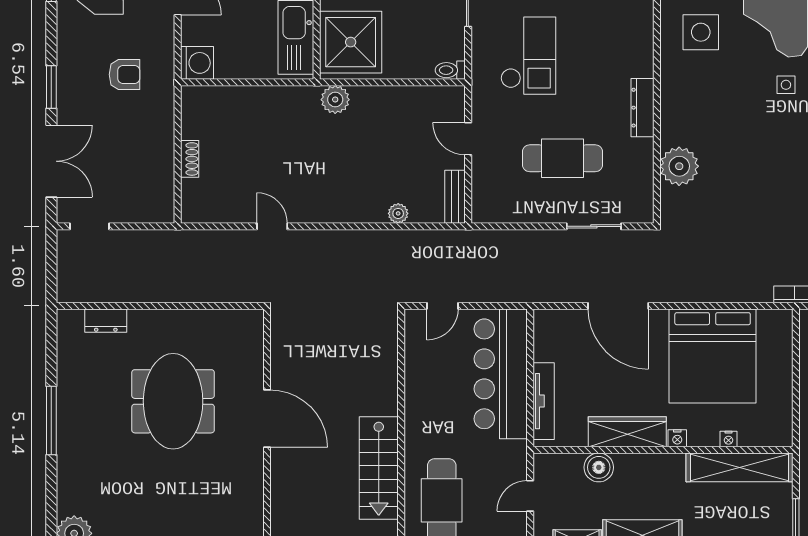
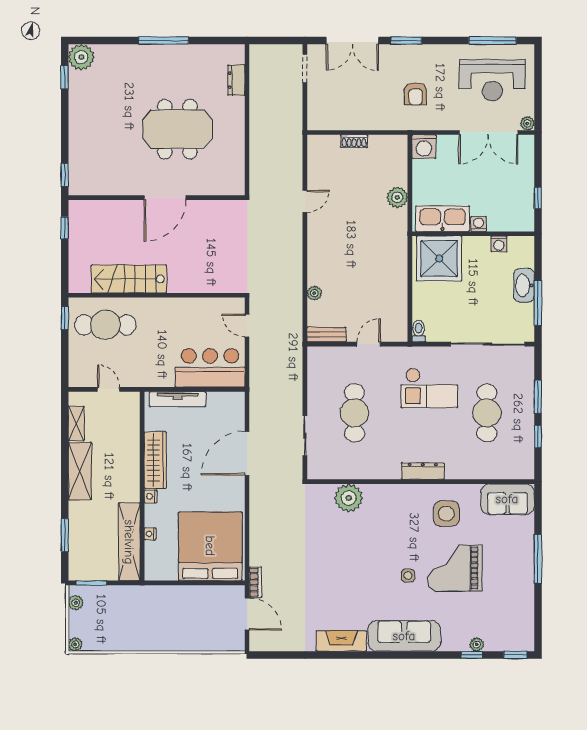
plant: (335, 100) -> (397, 197), moved
dresser: (642, 108) -> (423, 471), moved
bed: (713, 356) -> (210, 546), moved, turned 90
bar counter: (501, 374) -> (210, 368), width x0.73
boiler: (599, 467) -> (129, 439), removed

